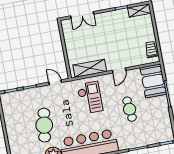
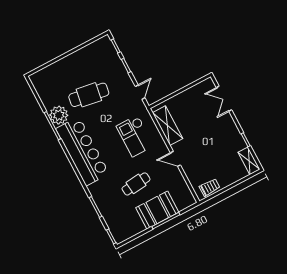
booth: (153, 81) -> (157, 210), moved
checkout: (90, 98) -> (135, 136), turned 90

